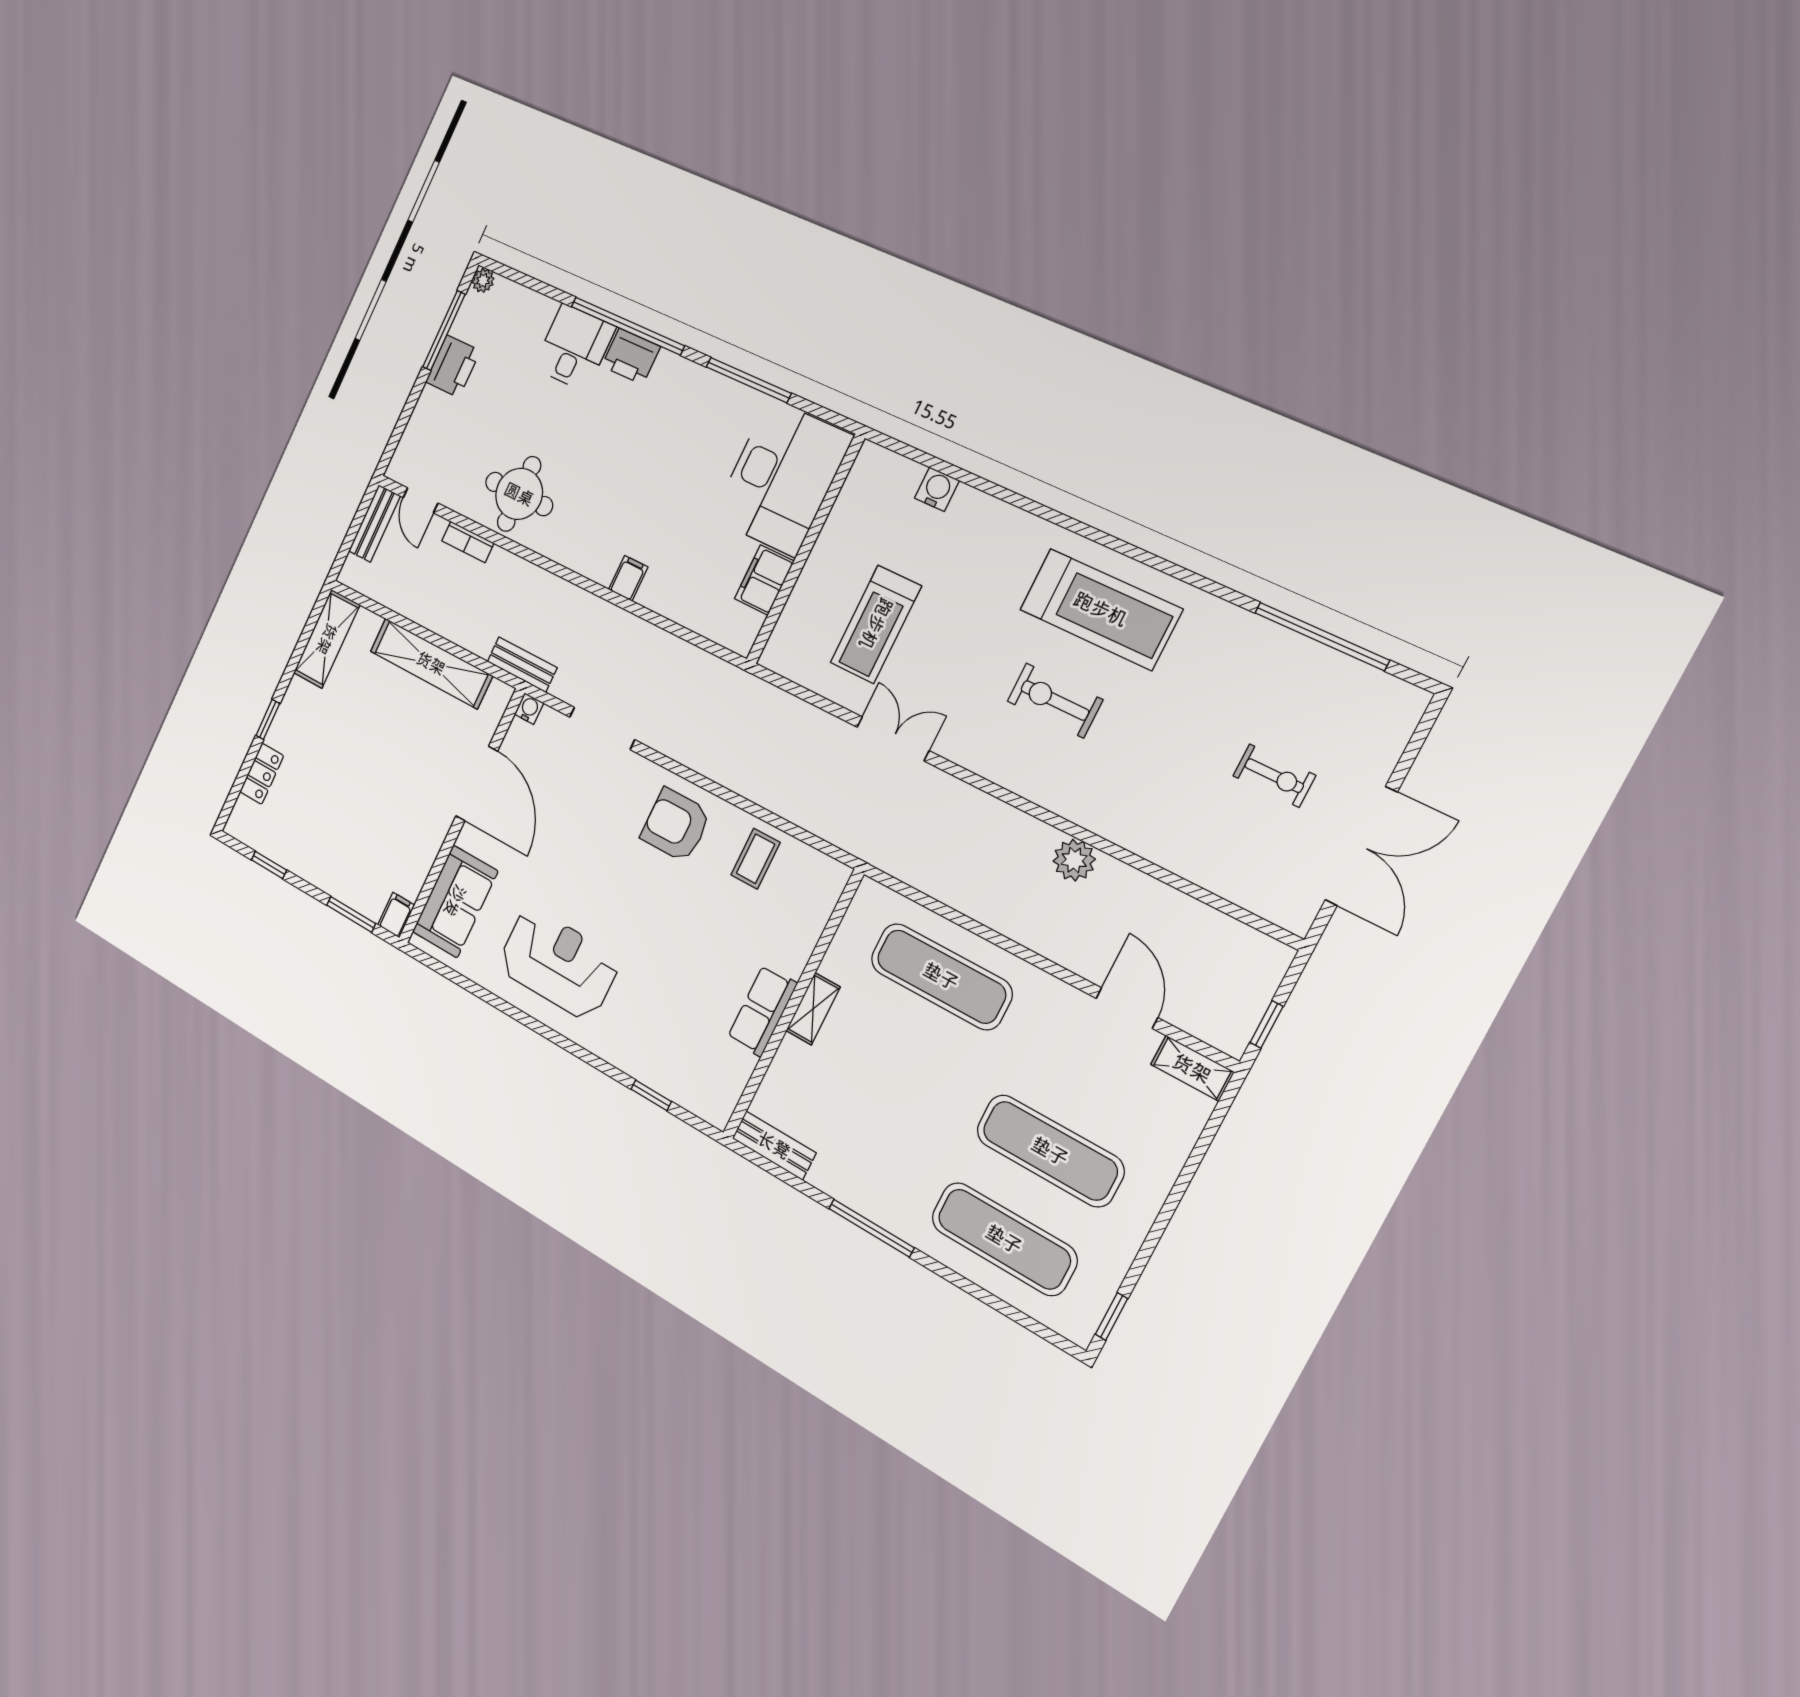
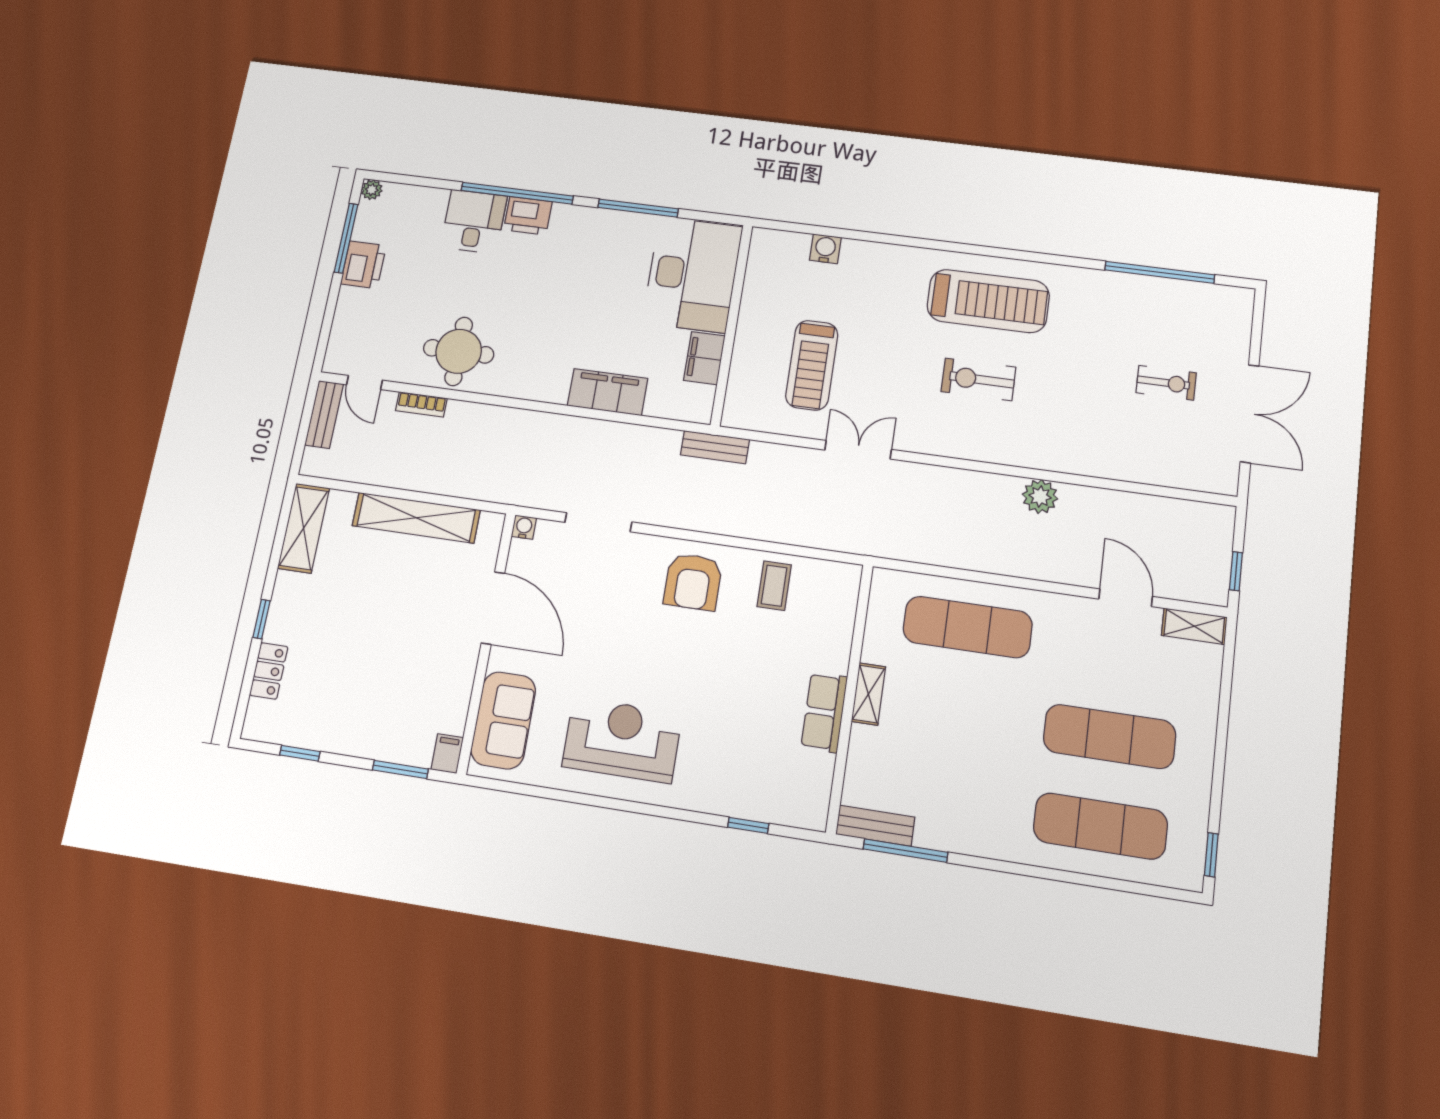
filing cabinet: (628, 578) -> (607, 392), width x3.00, depth x1.17
bench: (522, 665) -> (715, 447), moved
armchair: (676, 825) -> (693, 582), turned -90
window: (871, 1228) -> (906, 851), moved

